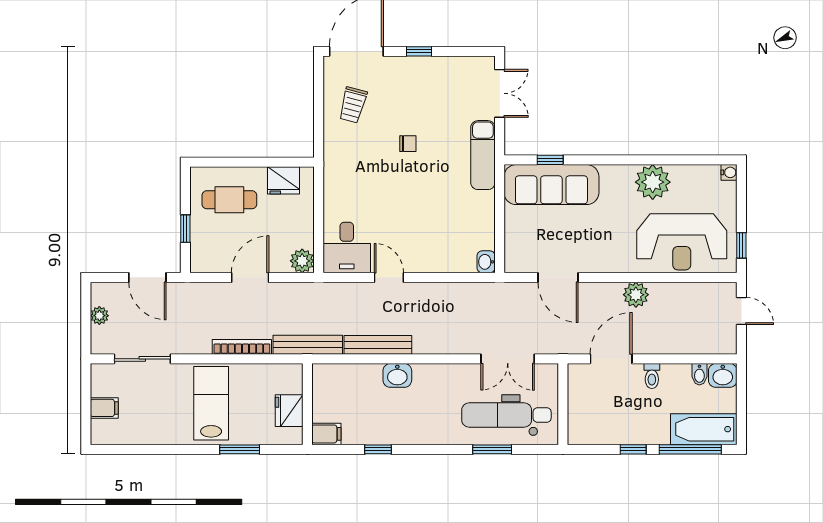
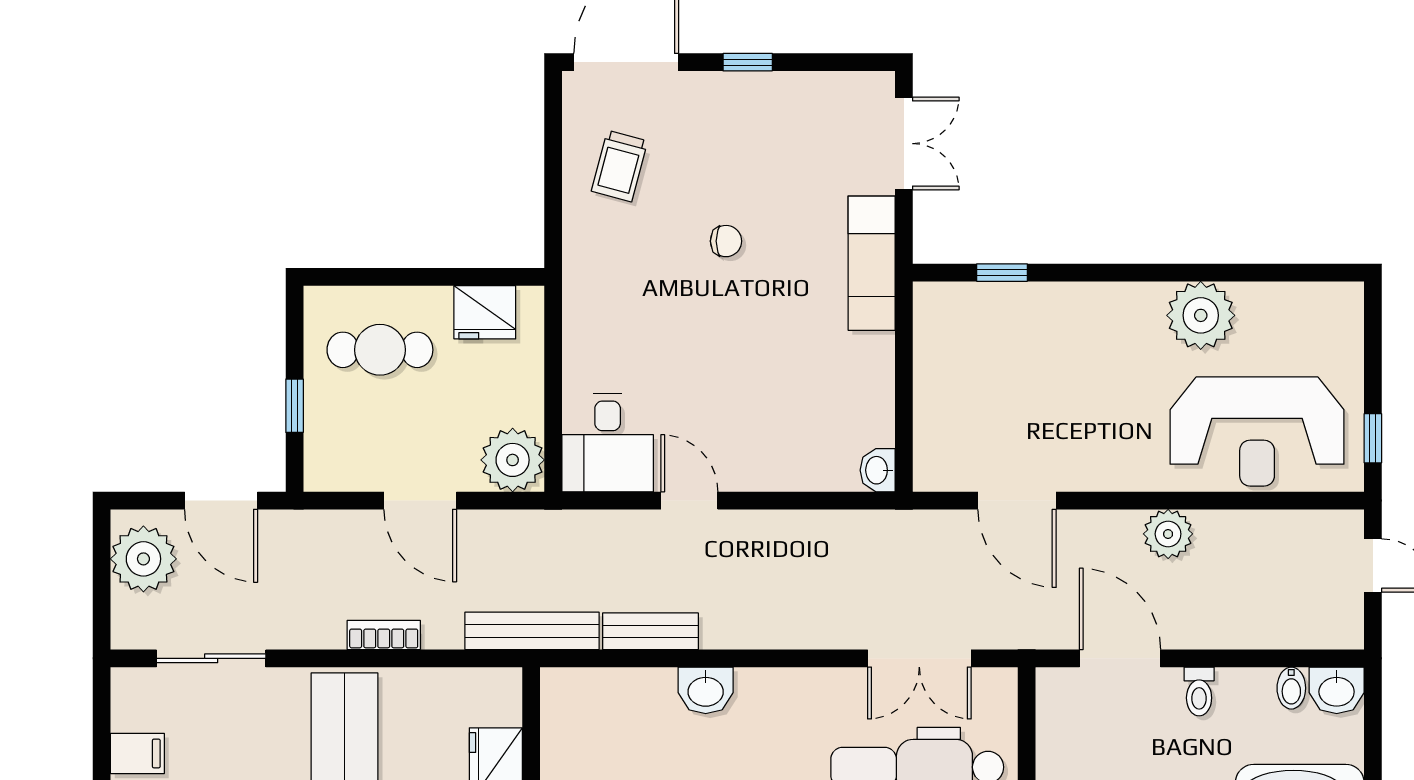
water cooler: (729, 172) -> (1349, 297), removed
sofa: (551, 185) -> (1004, 320), removed
plant: (302, 261) -> (513, 460), width x1.36, depth x1.36
door: (250, 277) -> (420, 501), swing flipped
plant: (99, 316) -> (143, 559), width x1.88, depth x1.88
bench: (378, 345) -> (650, 631), width x0.73
bookcase: (242, 347) -> (384, 635), width x0.64
door: (611, 359) -> (1120, 658), hinge flipped

